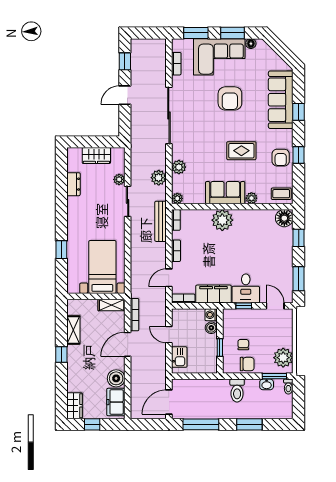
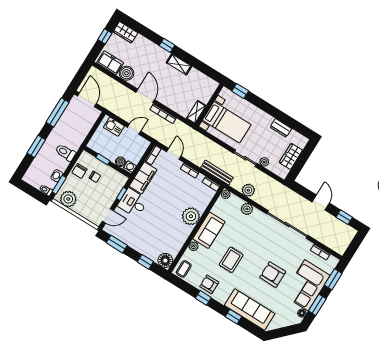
bed with nightstands: (102, 267) -> (227, 122), moved
wall: (96, 296) -> (209, 105), moved
shelving: (112, 305) -> (196, 112), moved

